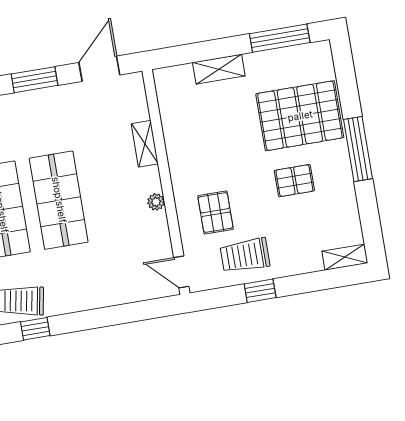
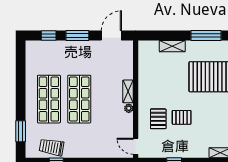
shelving: (145, 144) -> (128, 91), moved
pallet: (294, 181) -> (182, 117), moved
trolley: (245, 255) -> (170, 143), removed

